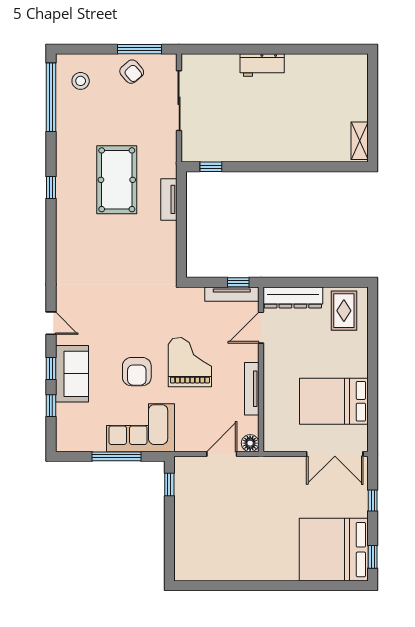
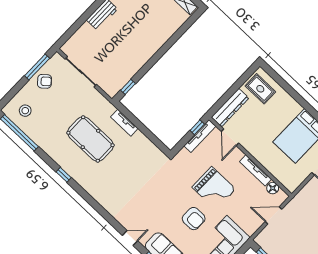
grand piano: (190, 362) -> (214, 188), turned 180
floor lamp: (250, 443) -> (273, 188), moved
door: (222, 454) -> (274, 215), hinge flipped

